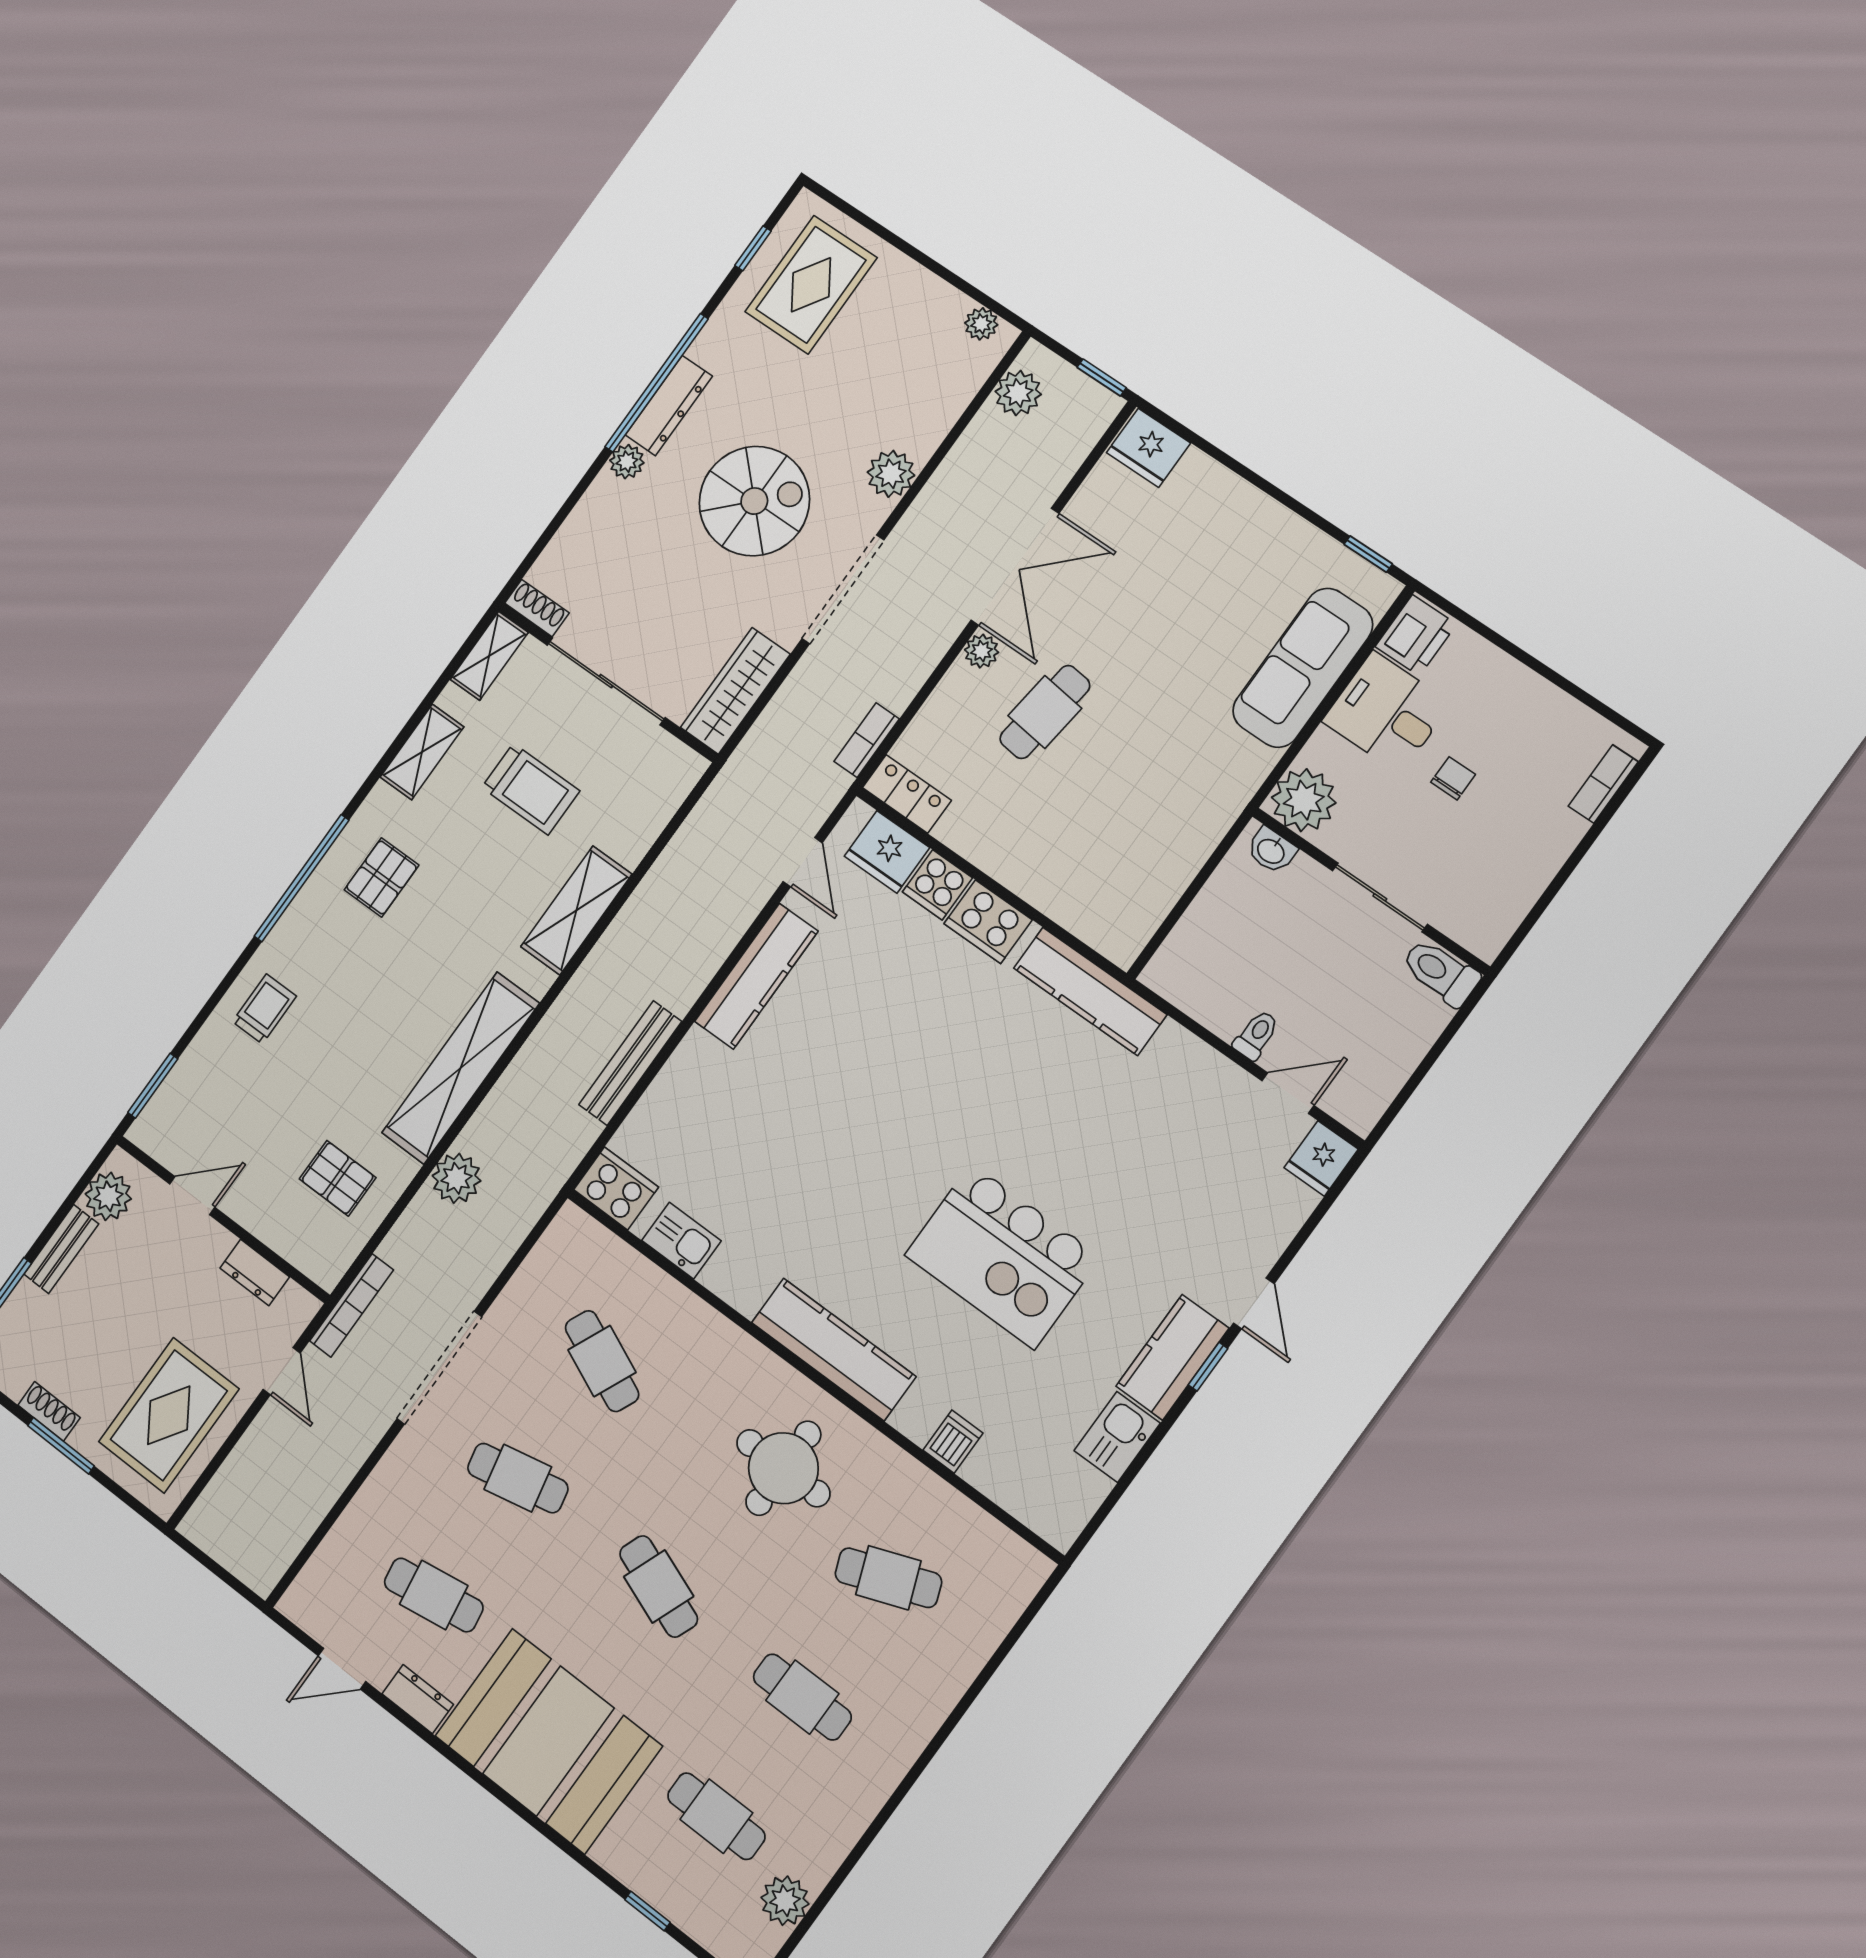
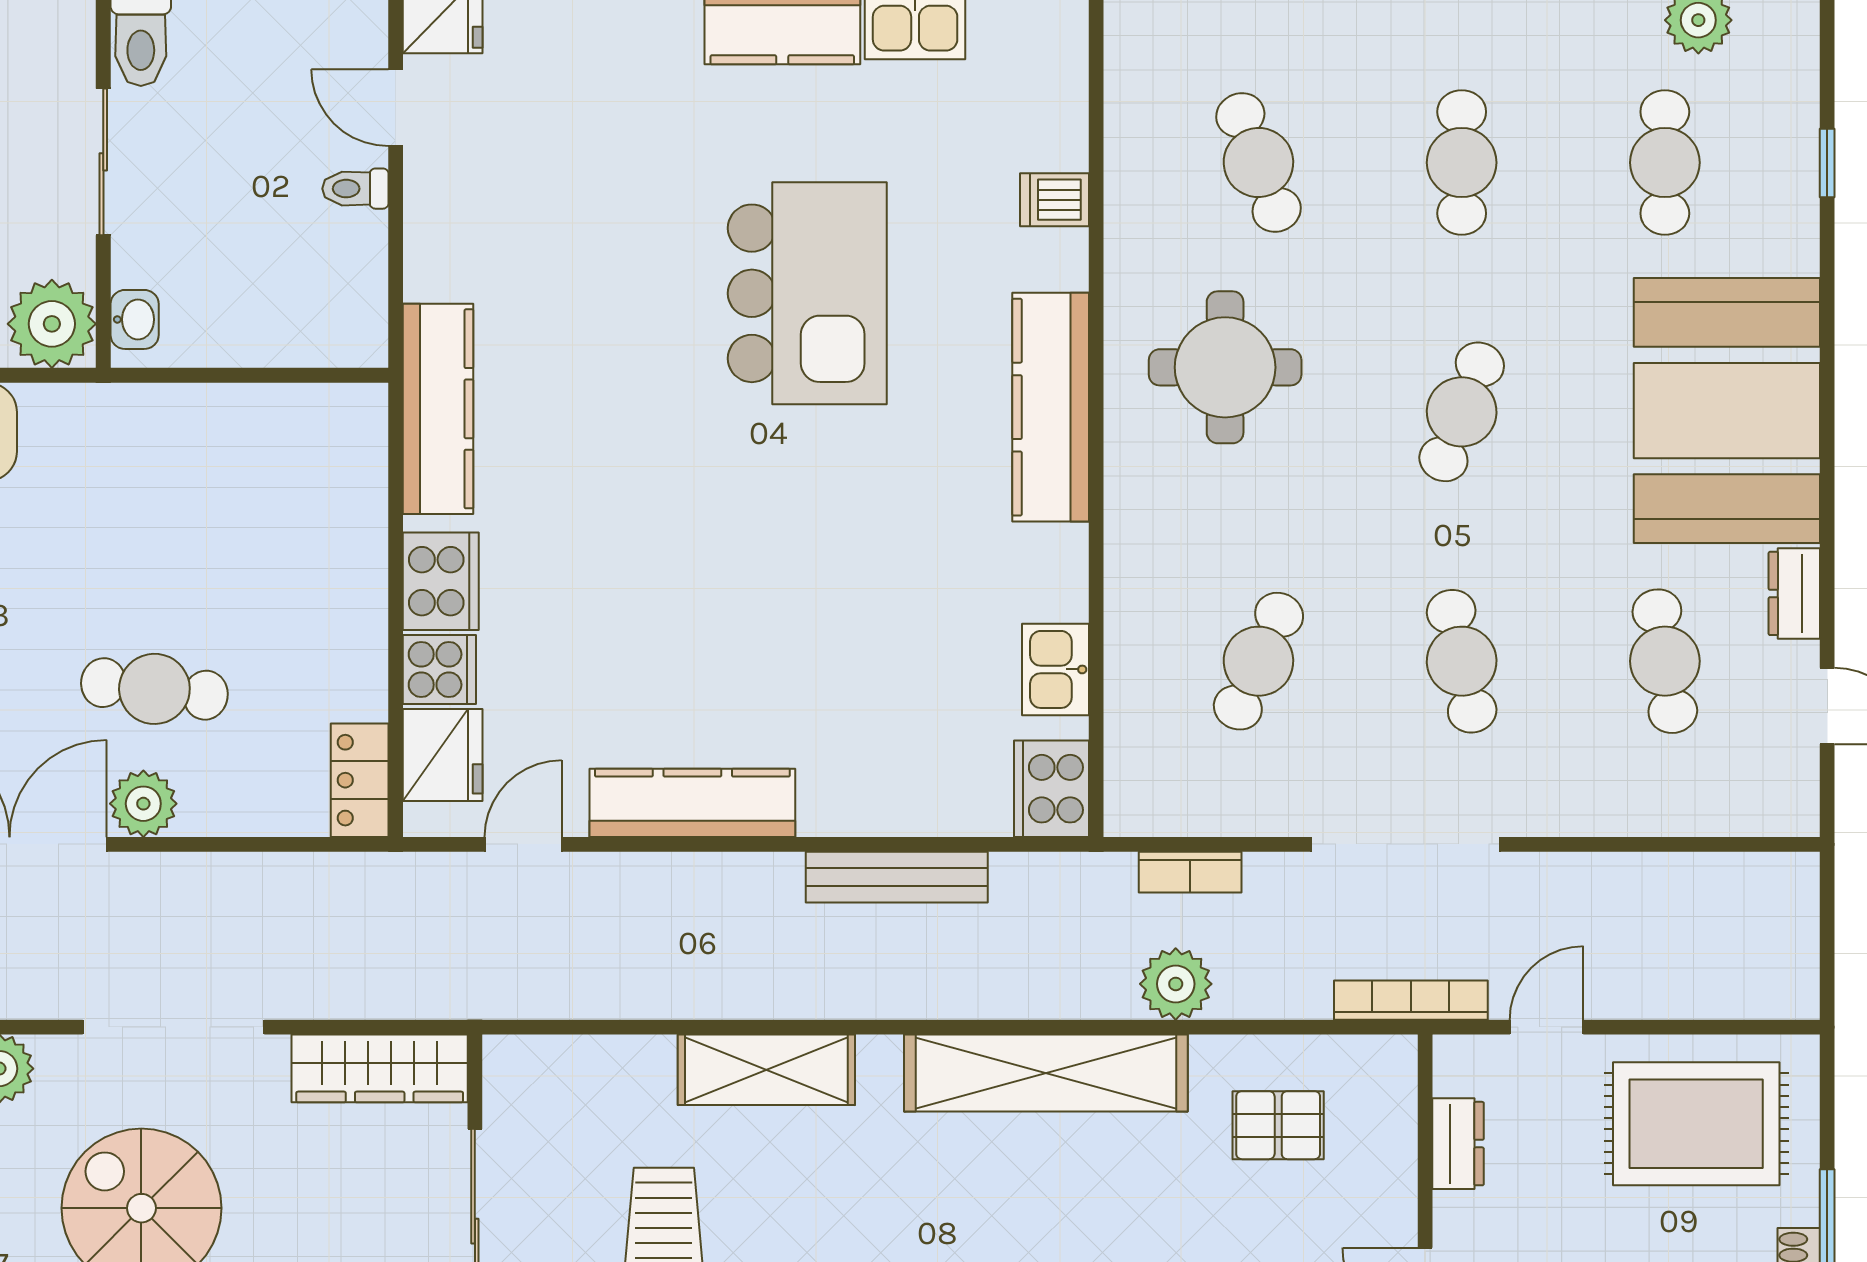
plant: (982, 651) -> (143, 804), width x1.38, depth x1.38
bookcase: (867, 740) -> (1190, 872), moved
pallet: (338, 1178) -> (1278, 1125), turned 90

